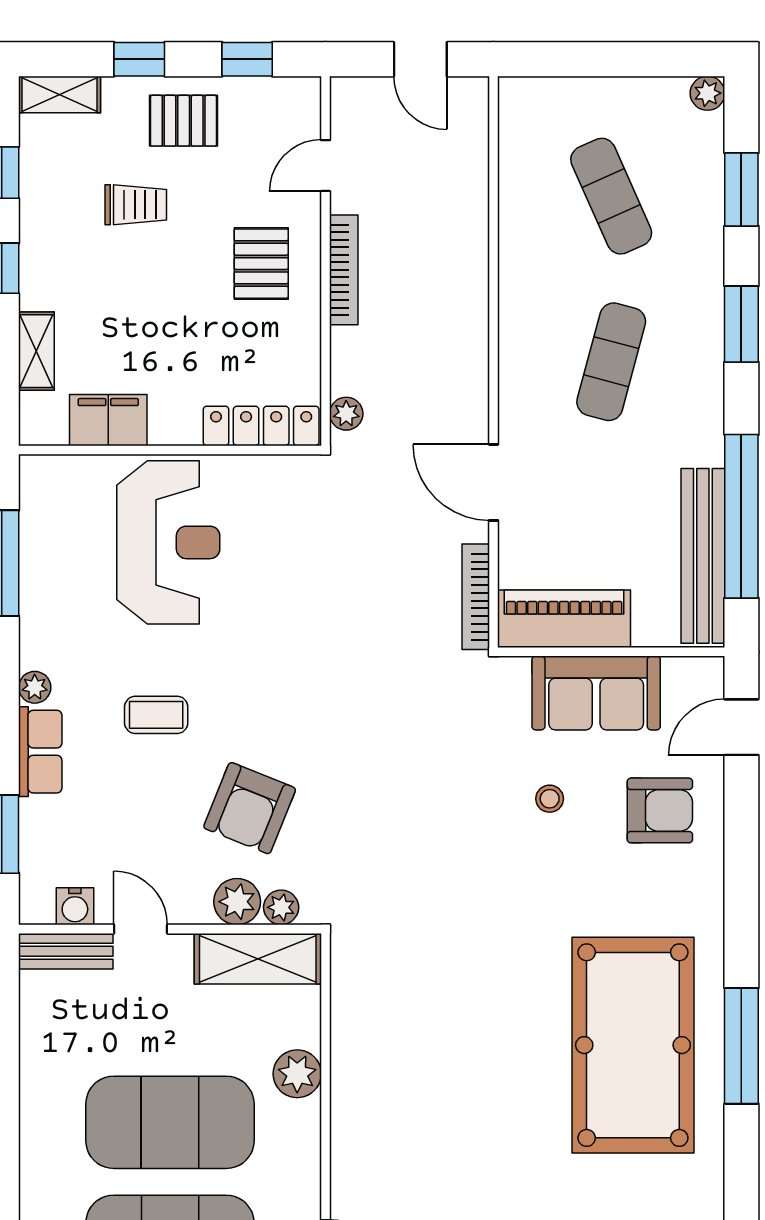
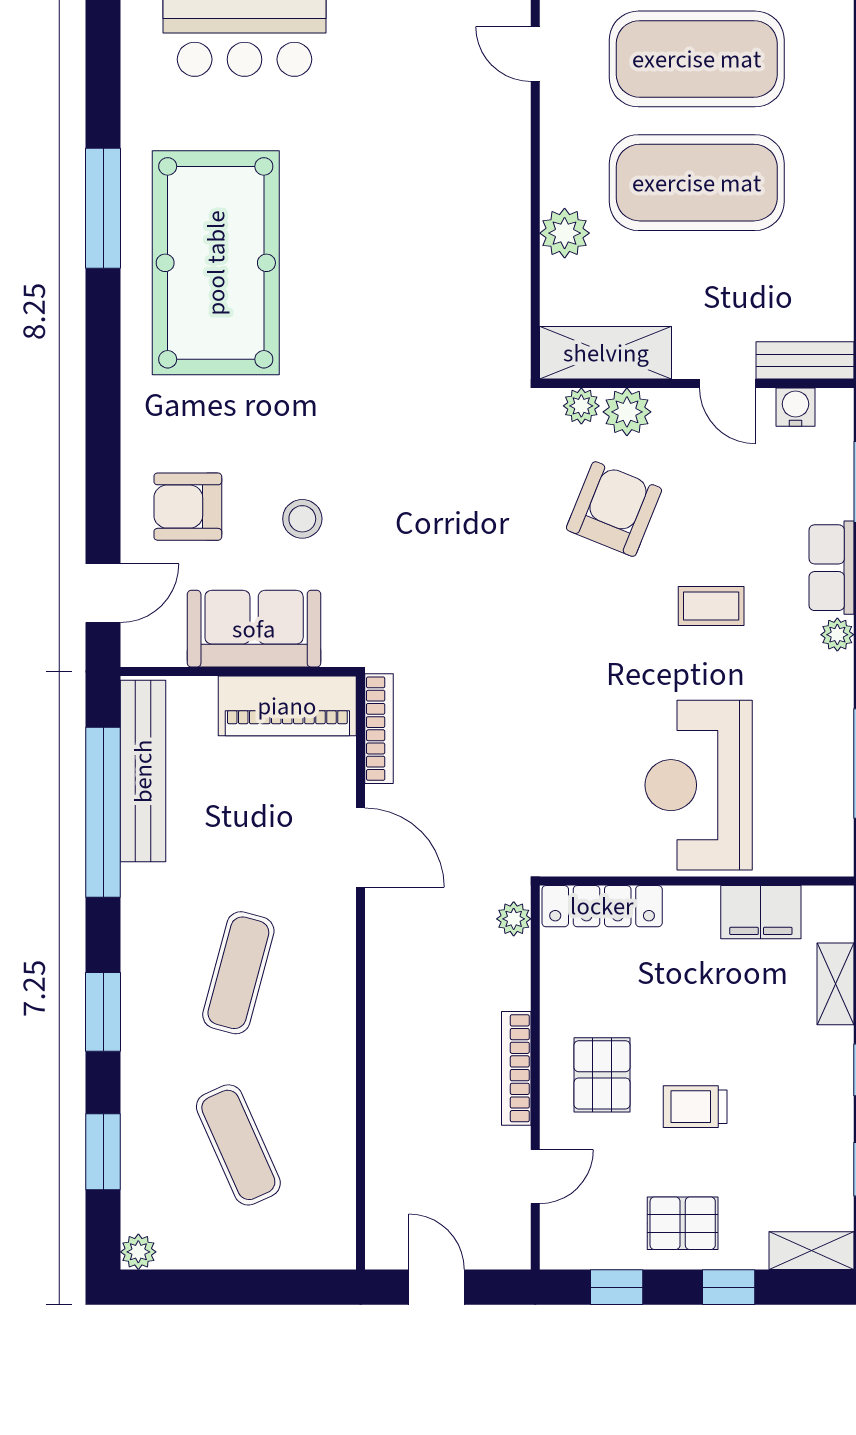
trolley: (136, 205) -> (695, 1107), moved
stool: (550, 799) -> (302, 519), width x1.37, depth x1.37
window: (741, 1046) -> (103, 208), moved

